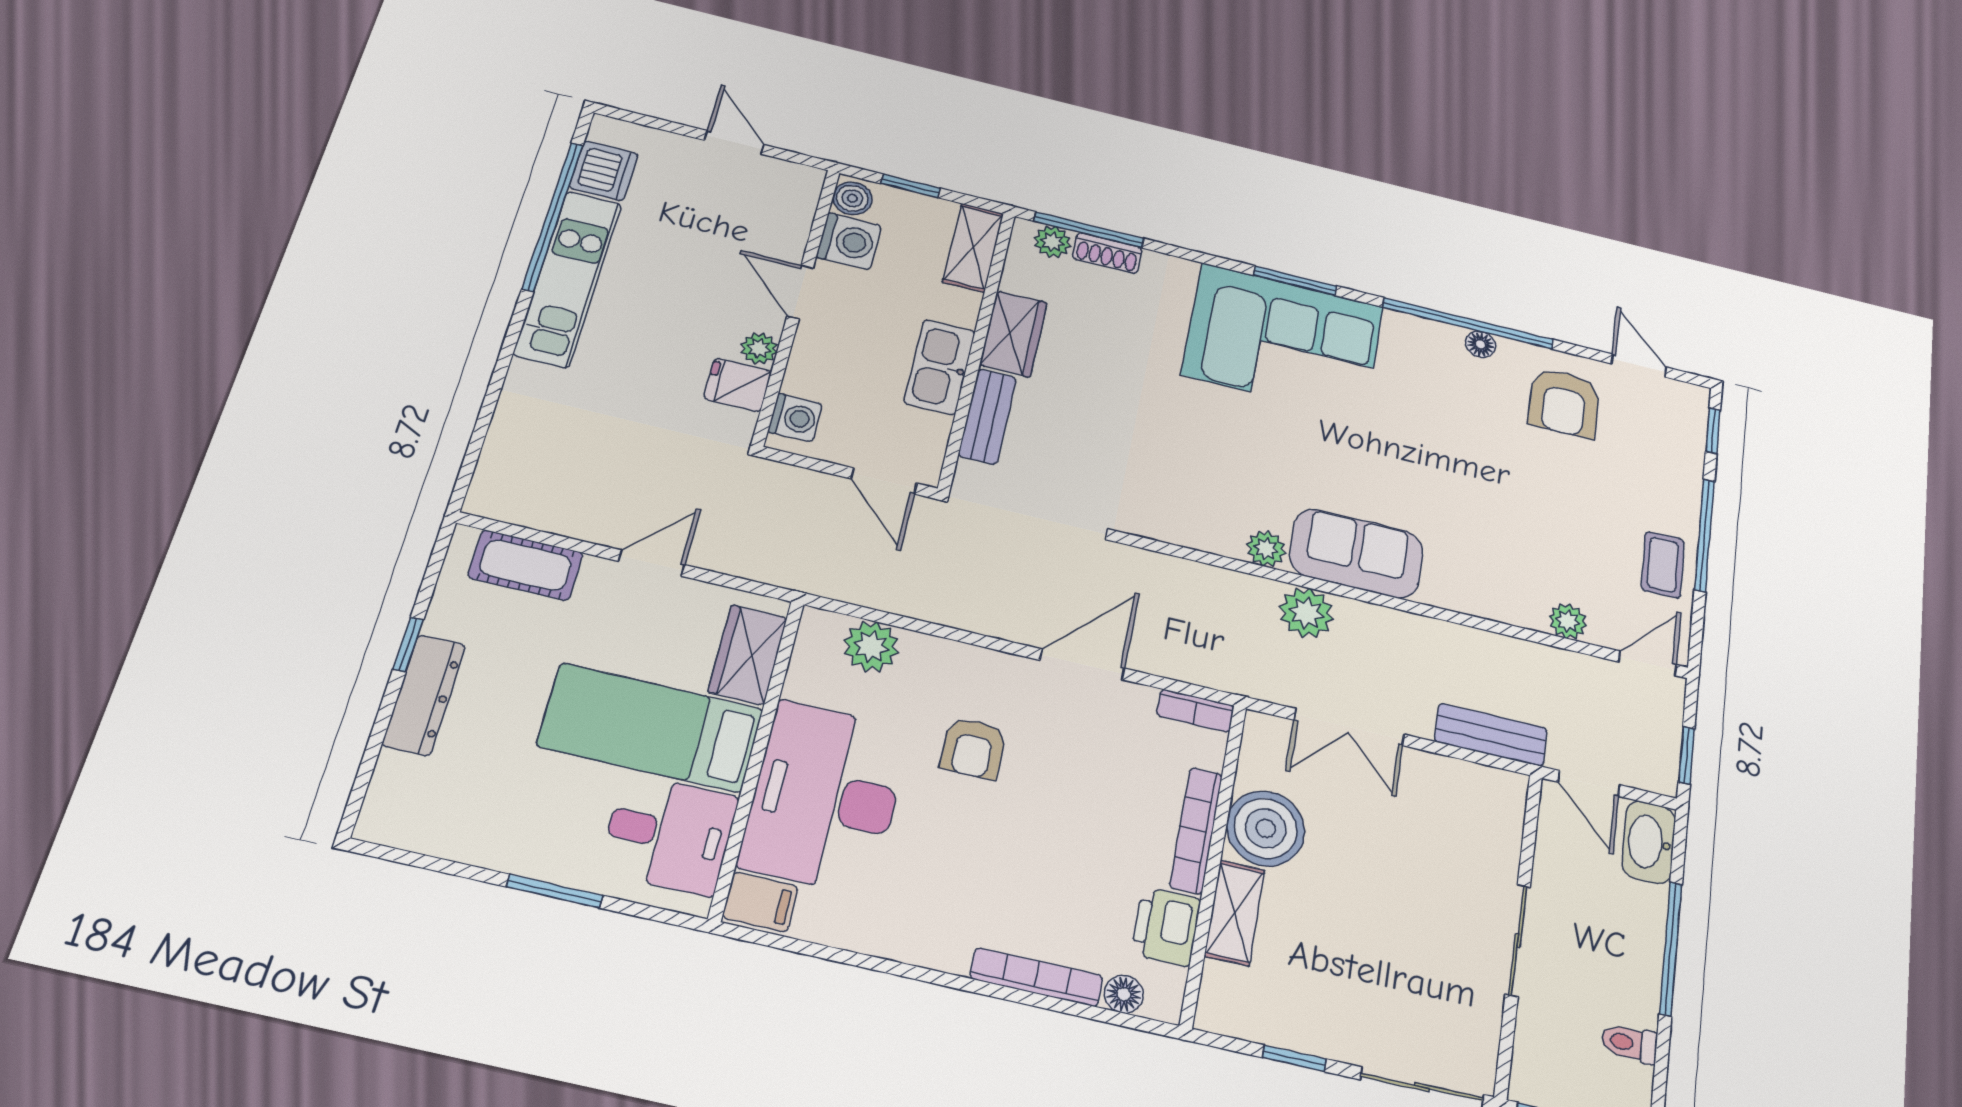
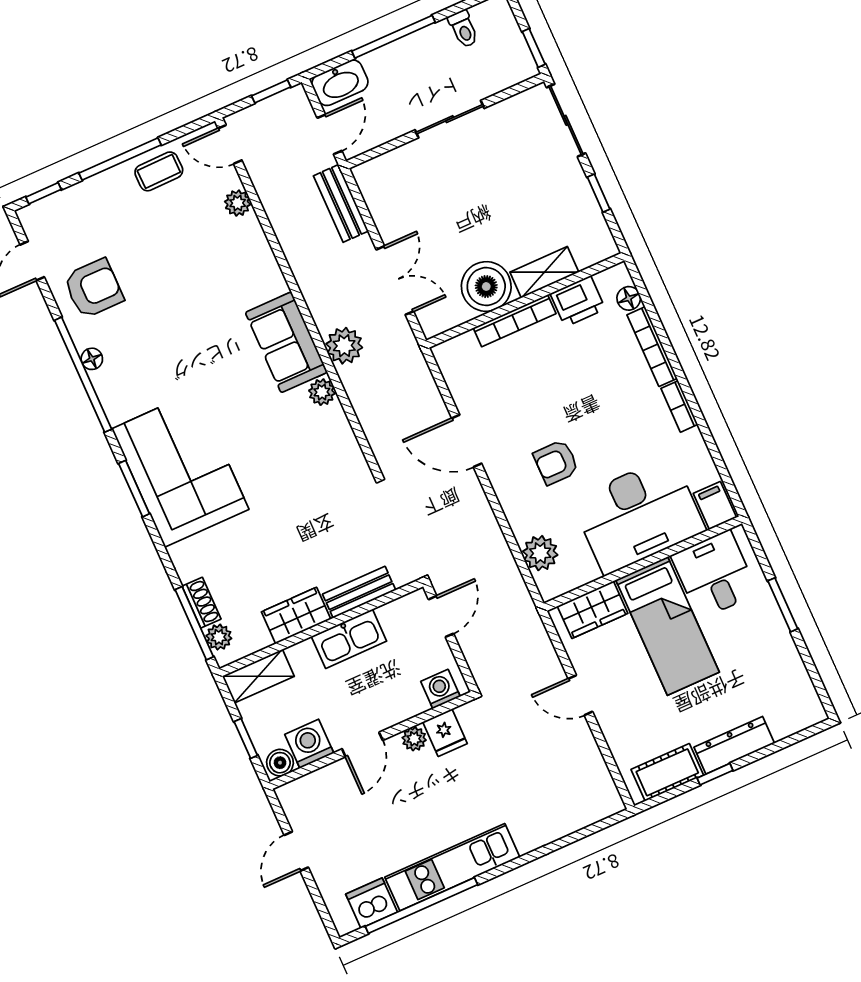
cot: (525, 565) -> (667, 772), moved, turned 90
bookcase: (1195, 711) -> (679, 406), moved, turned 180
armchair: (973, 748) -> (556, 462), turned 180

